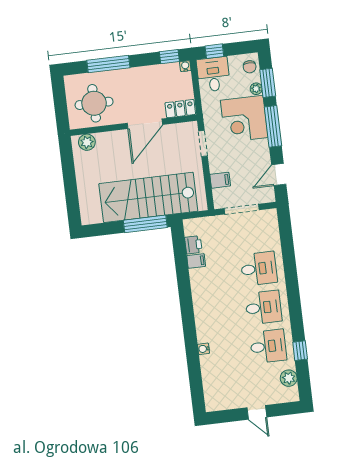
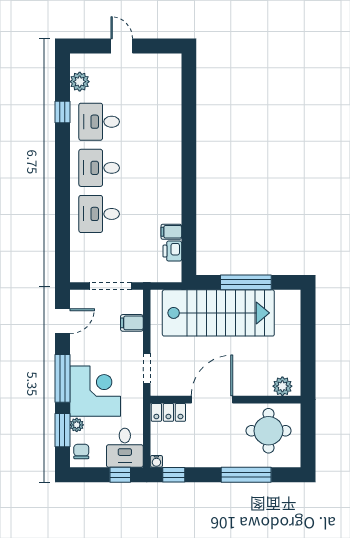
window: (145, 224) -> (246, 282), moved
water cooler: (203, 349) -> (175, 128), removed

